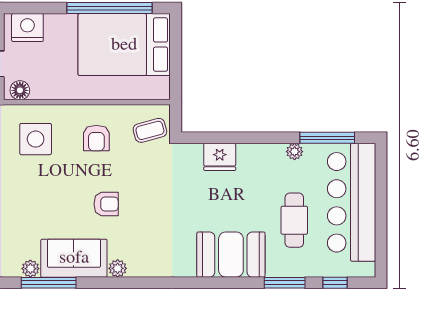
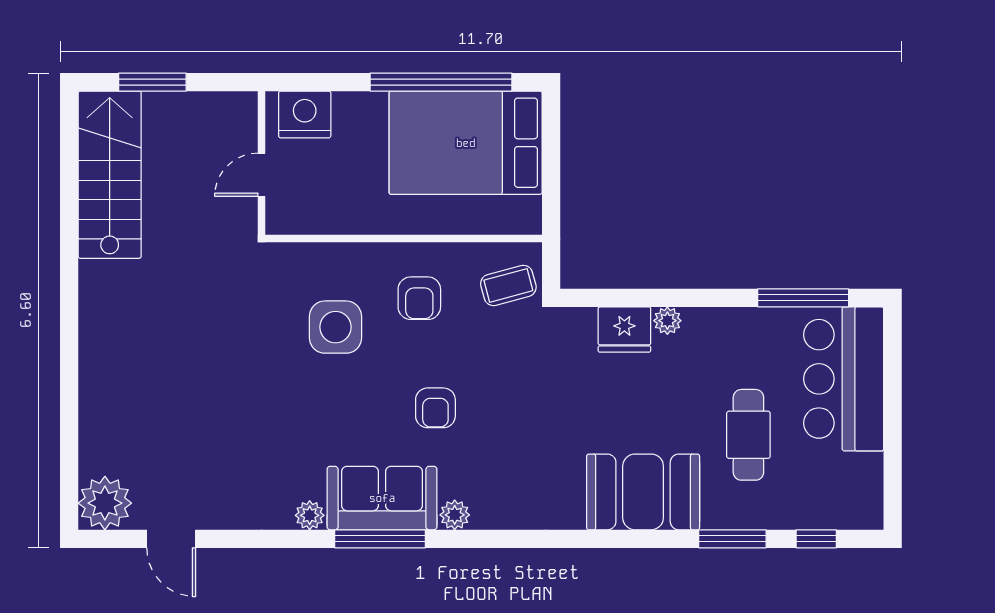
floor lamp: (20, 90) -> (292, 219), removed
side table: (36, 139) -> (336, 327), moved
plant: (295, 152) -> (667, 321), moved
bar counter: (352, 202) -> (844, 379), width x0.73
armchair: (106, 204) -> (435, 408), turned 90
window: (49, 283) -> (380, 539), moved

